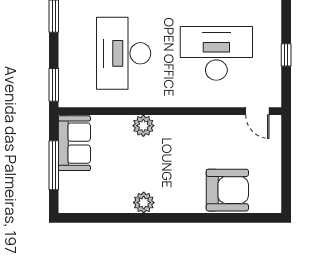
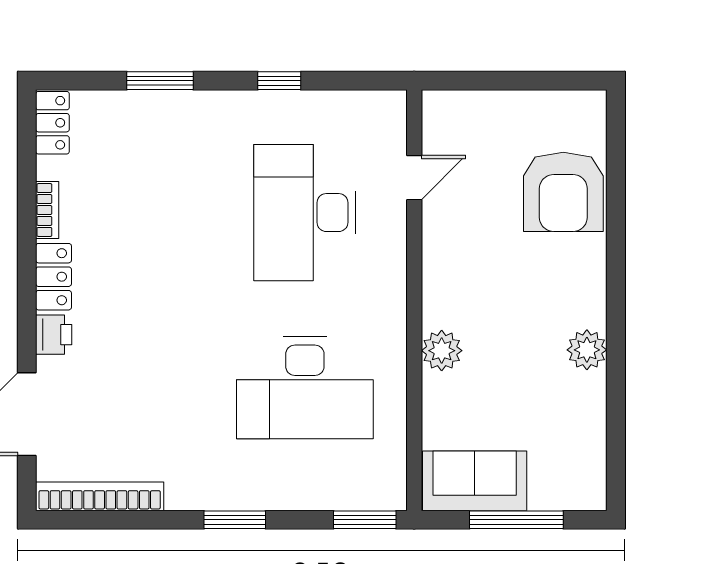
window: (286, 55) -> (279, 81), moved
door: (257, 111) -> (414, 178), moved
armchair: (227, 190) -> (563, 192), turned 180

